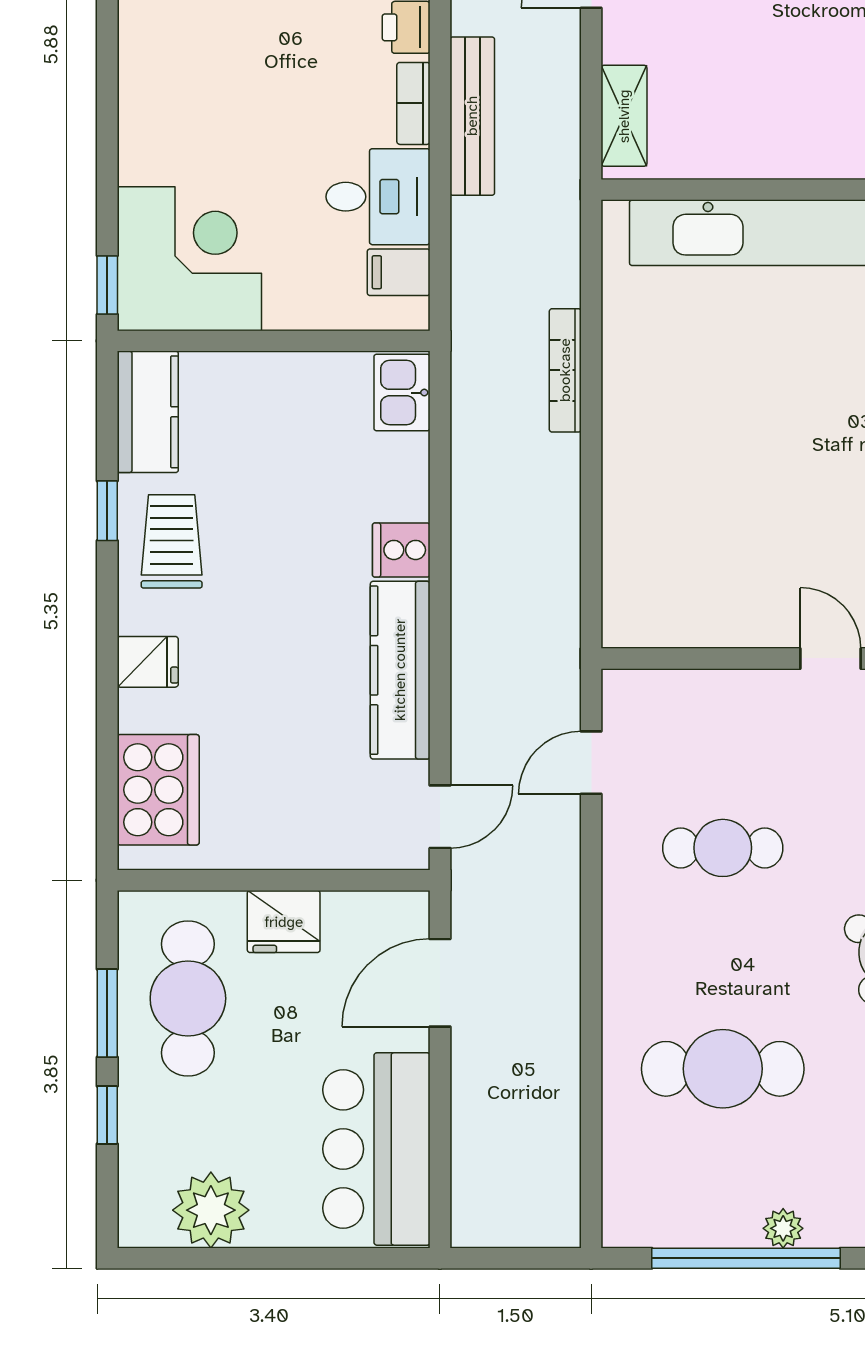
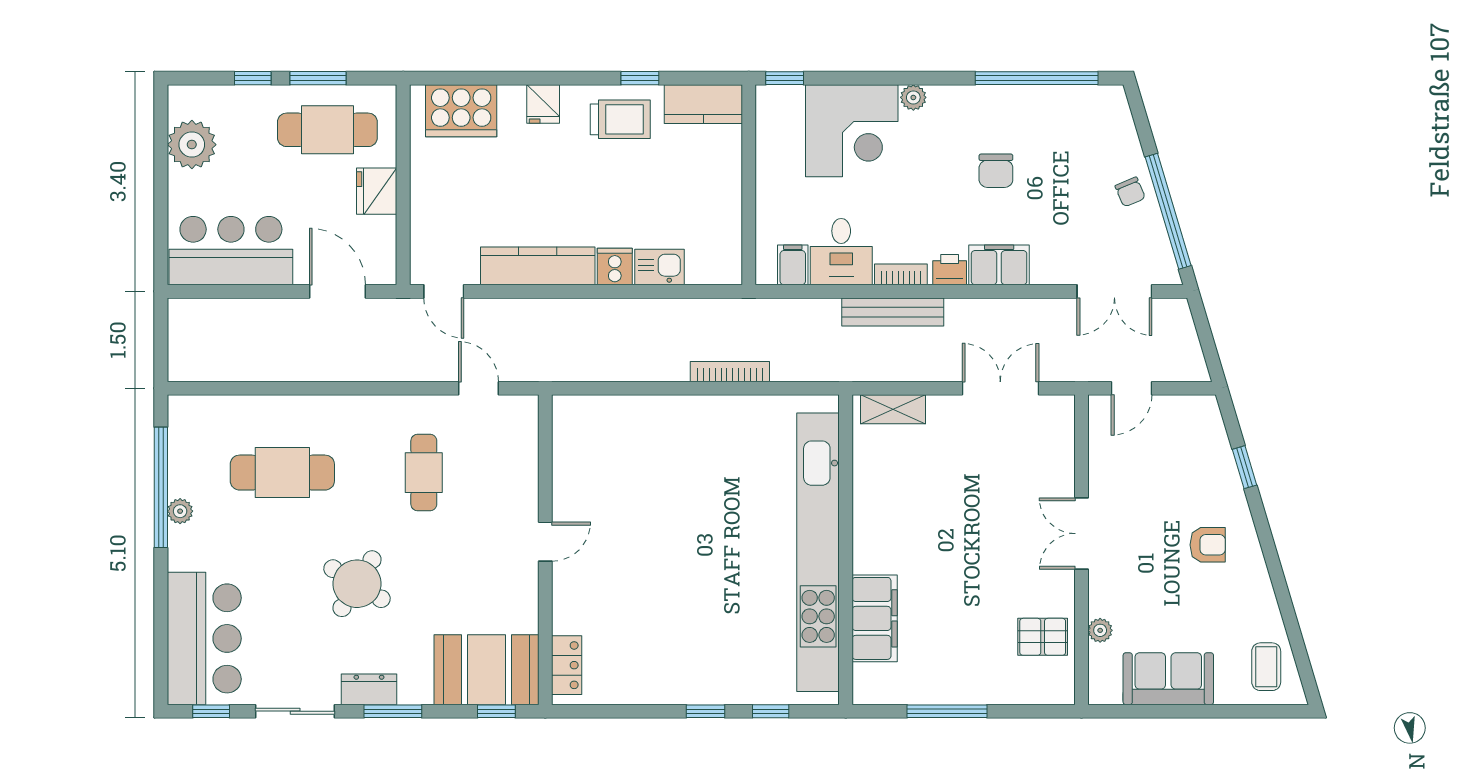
plant: (137, 84) -> (913, 97), added
corner desk: (189, 259) -> (852, 131), moved
kitchen sink: (402, 393) -> (659, 267), moved
cafe table: (723, 1069) -> (282, 473), turned 90

